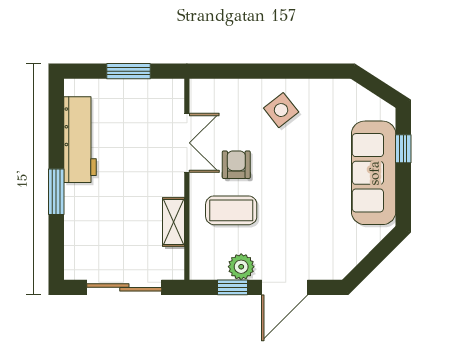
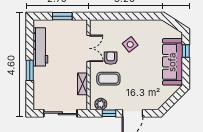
side table: (281, 110) -> (130, 44), moved
plant: (241, 267) -> (101, 104), moved

